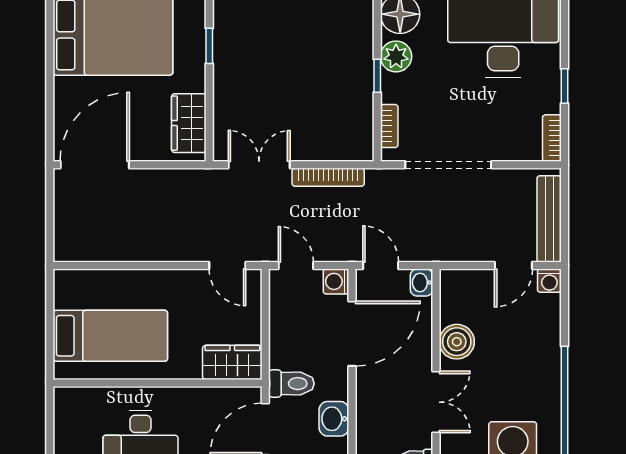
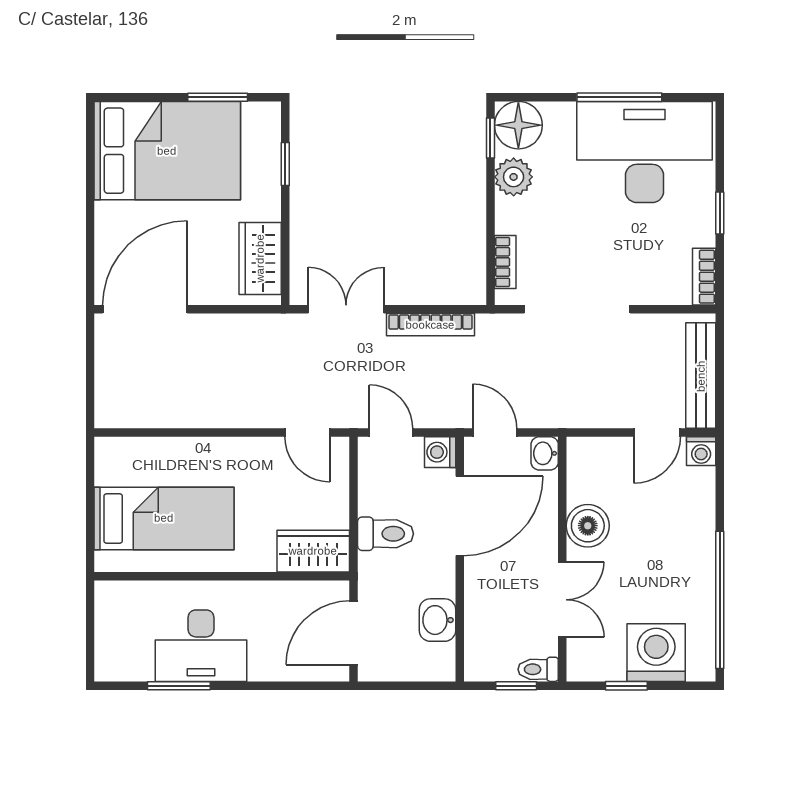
window: (377, 76) -> (490, 138), moved
toilet: (291, 384) -> (385, 534), moved

